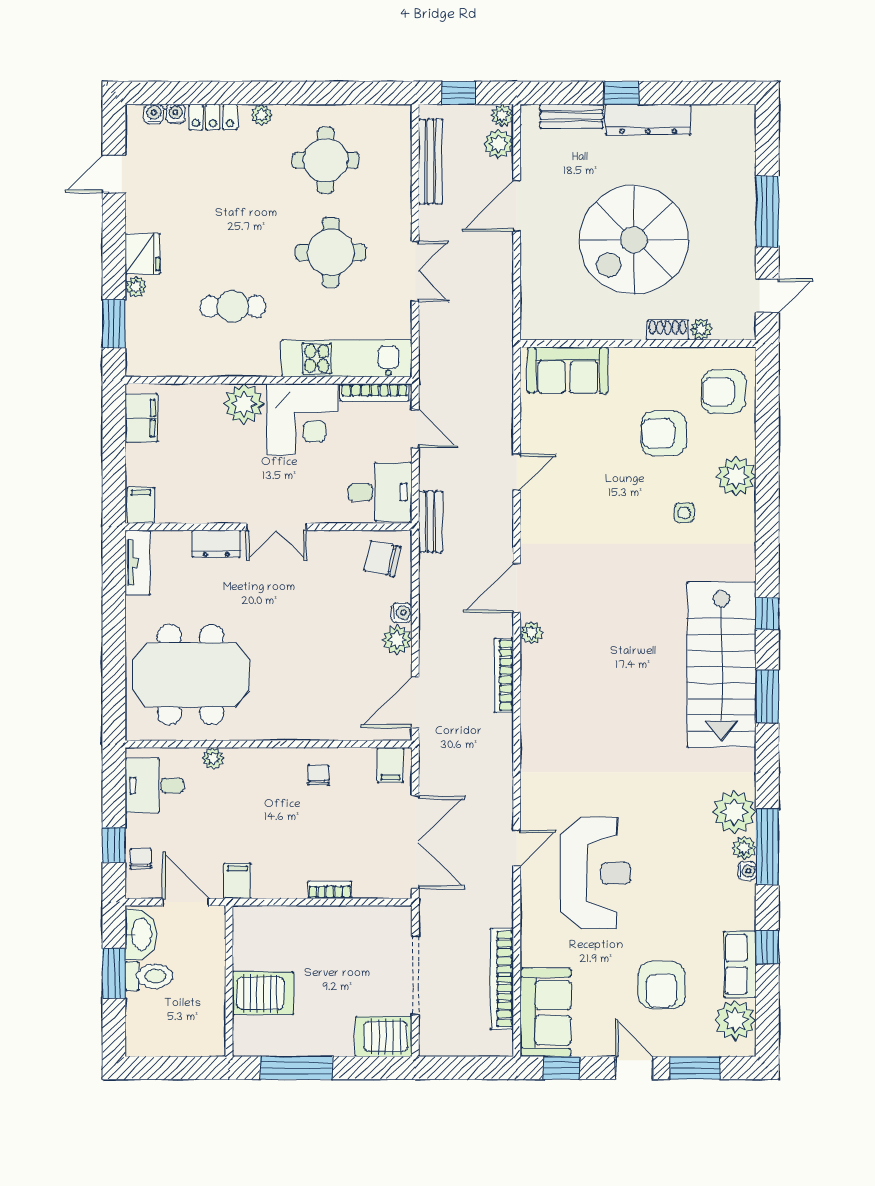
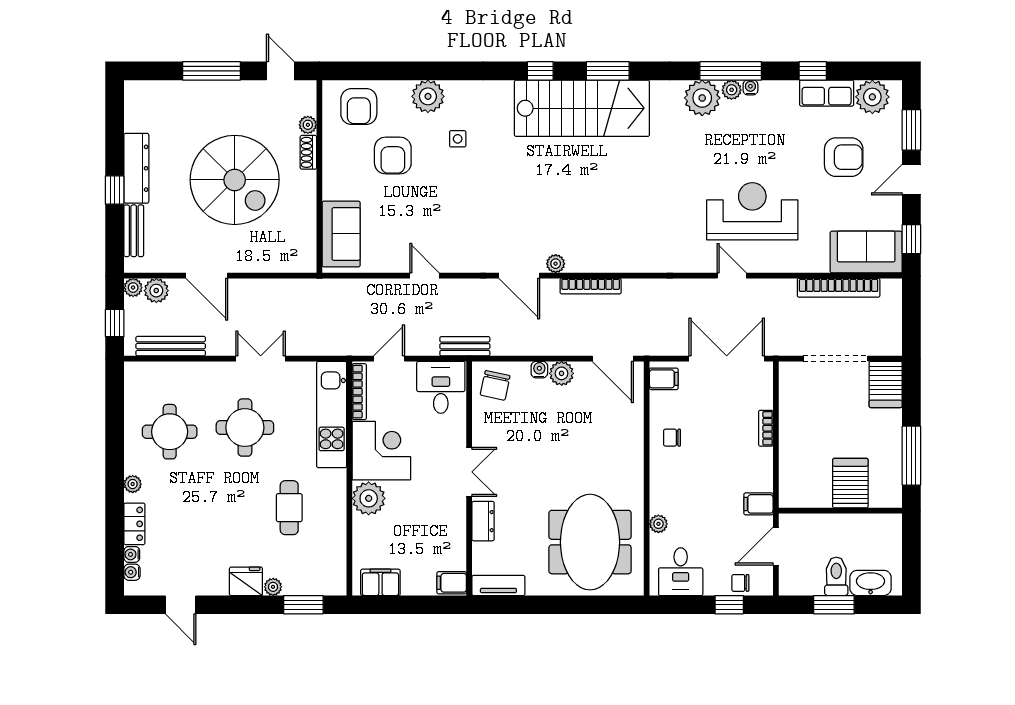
washbasin: (141, 934) -> (871, 583), moved

